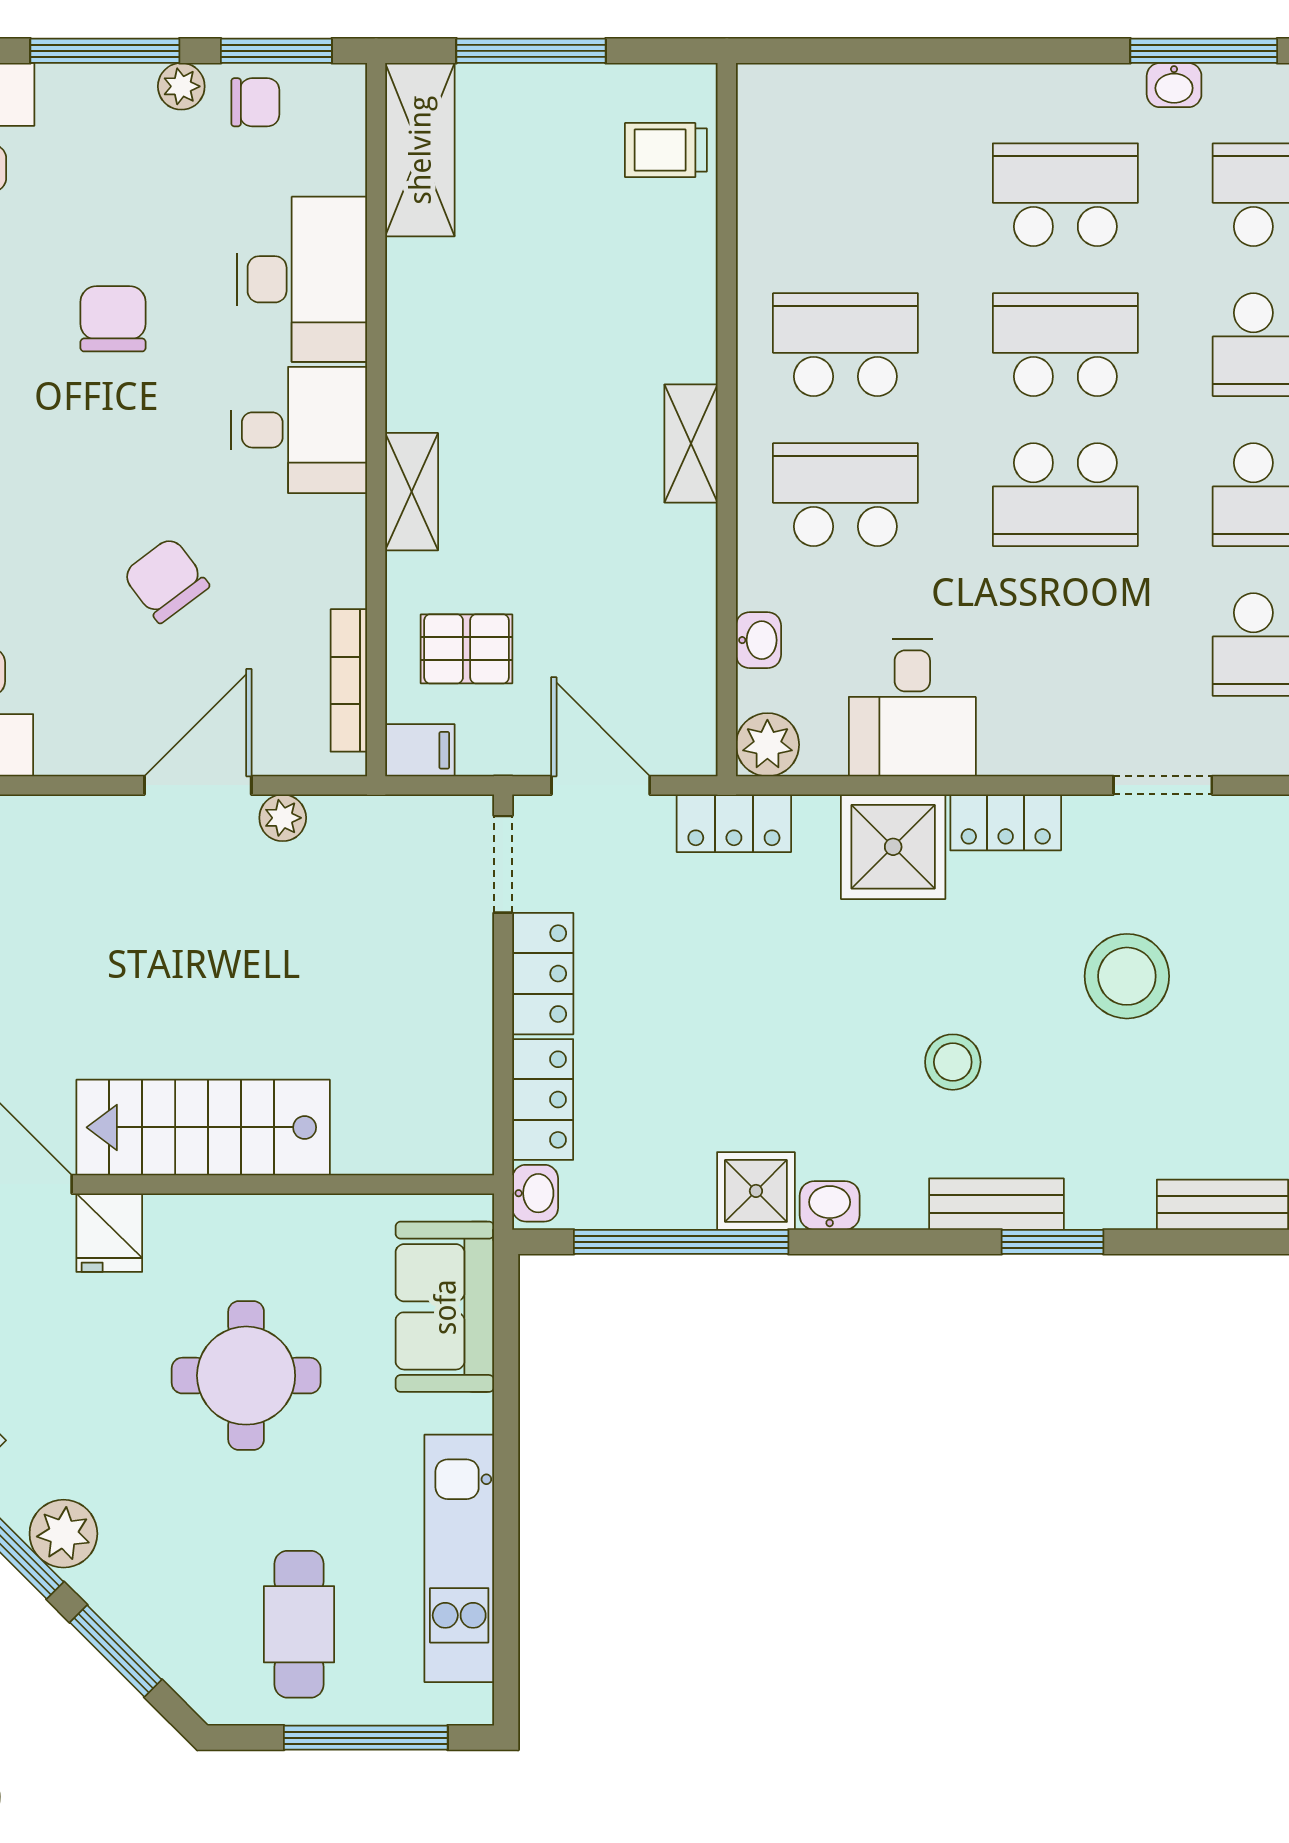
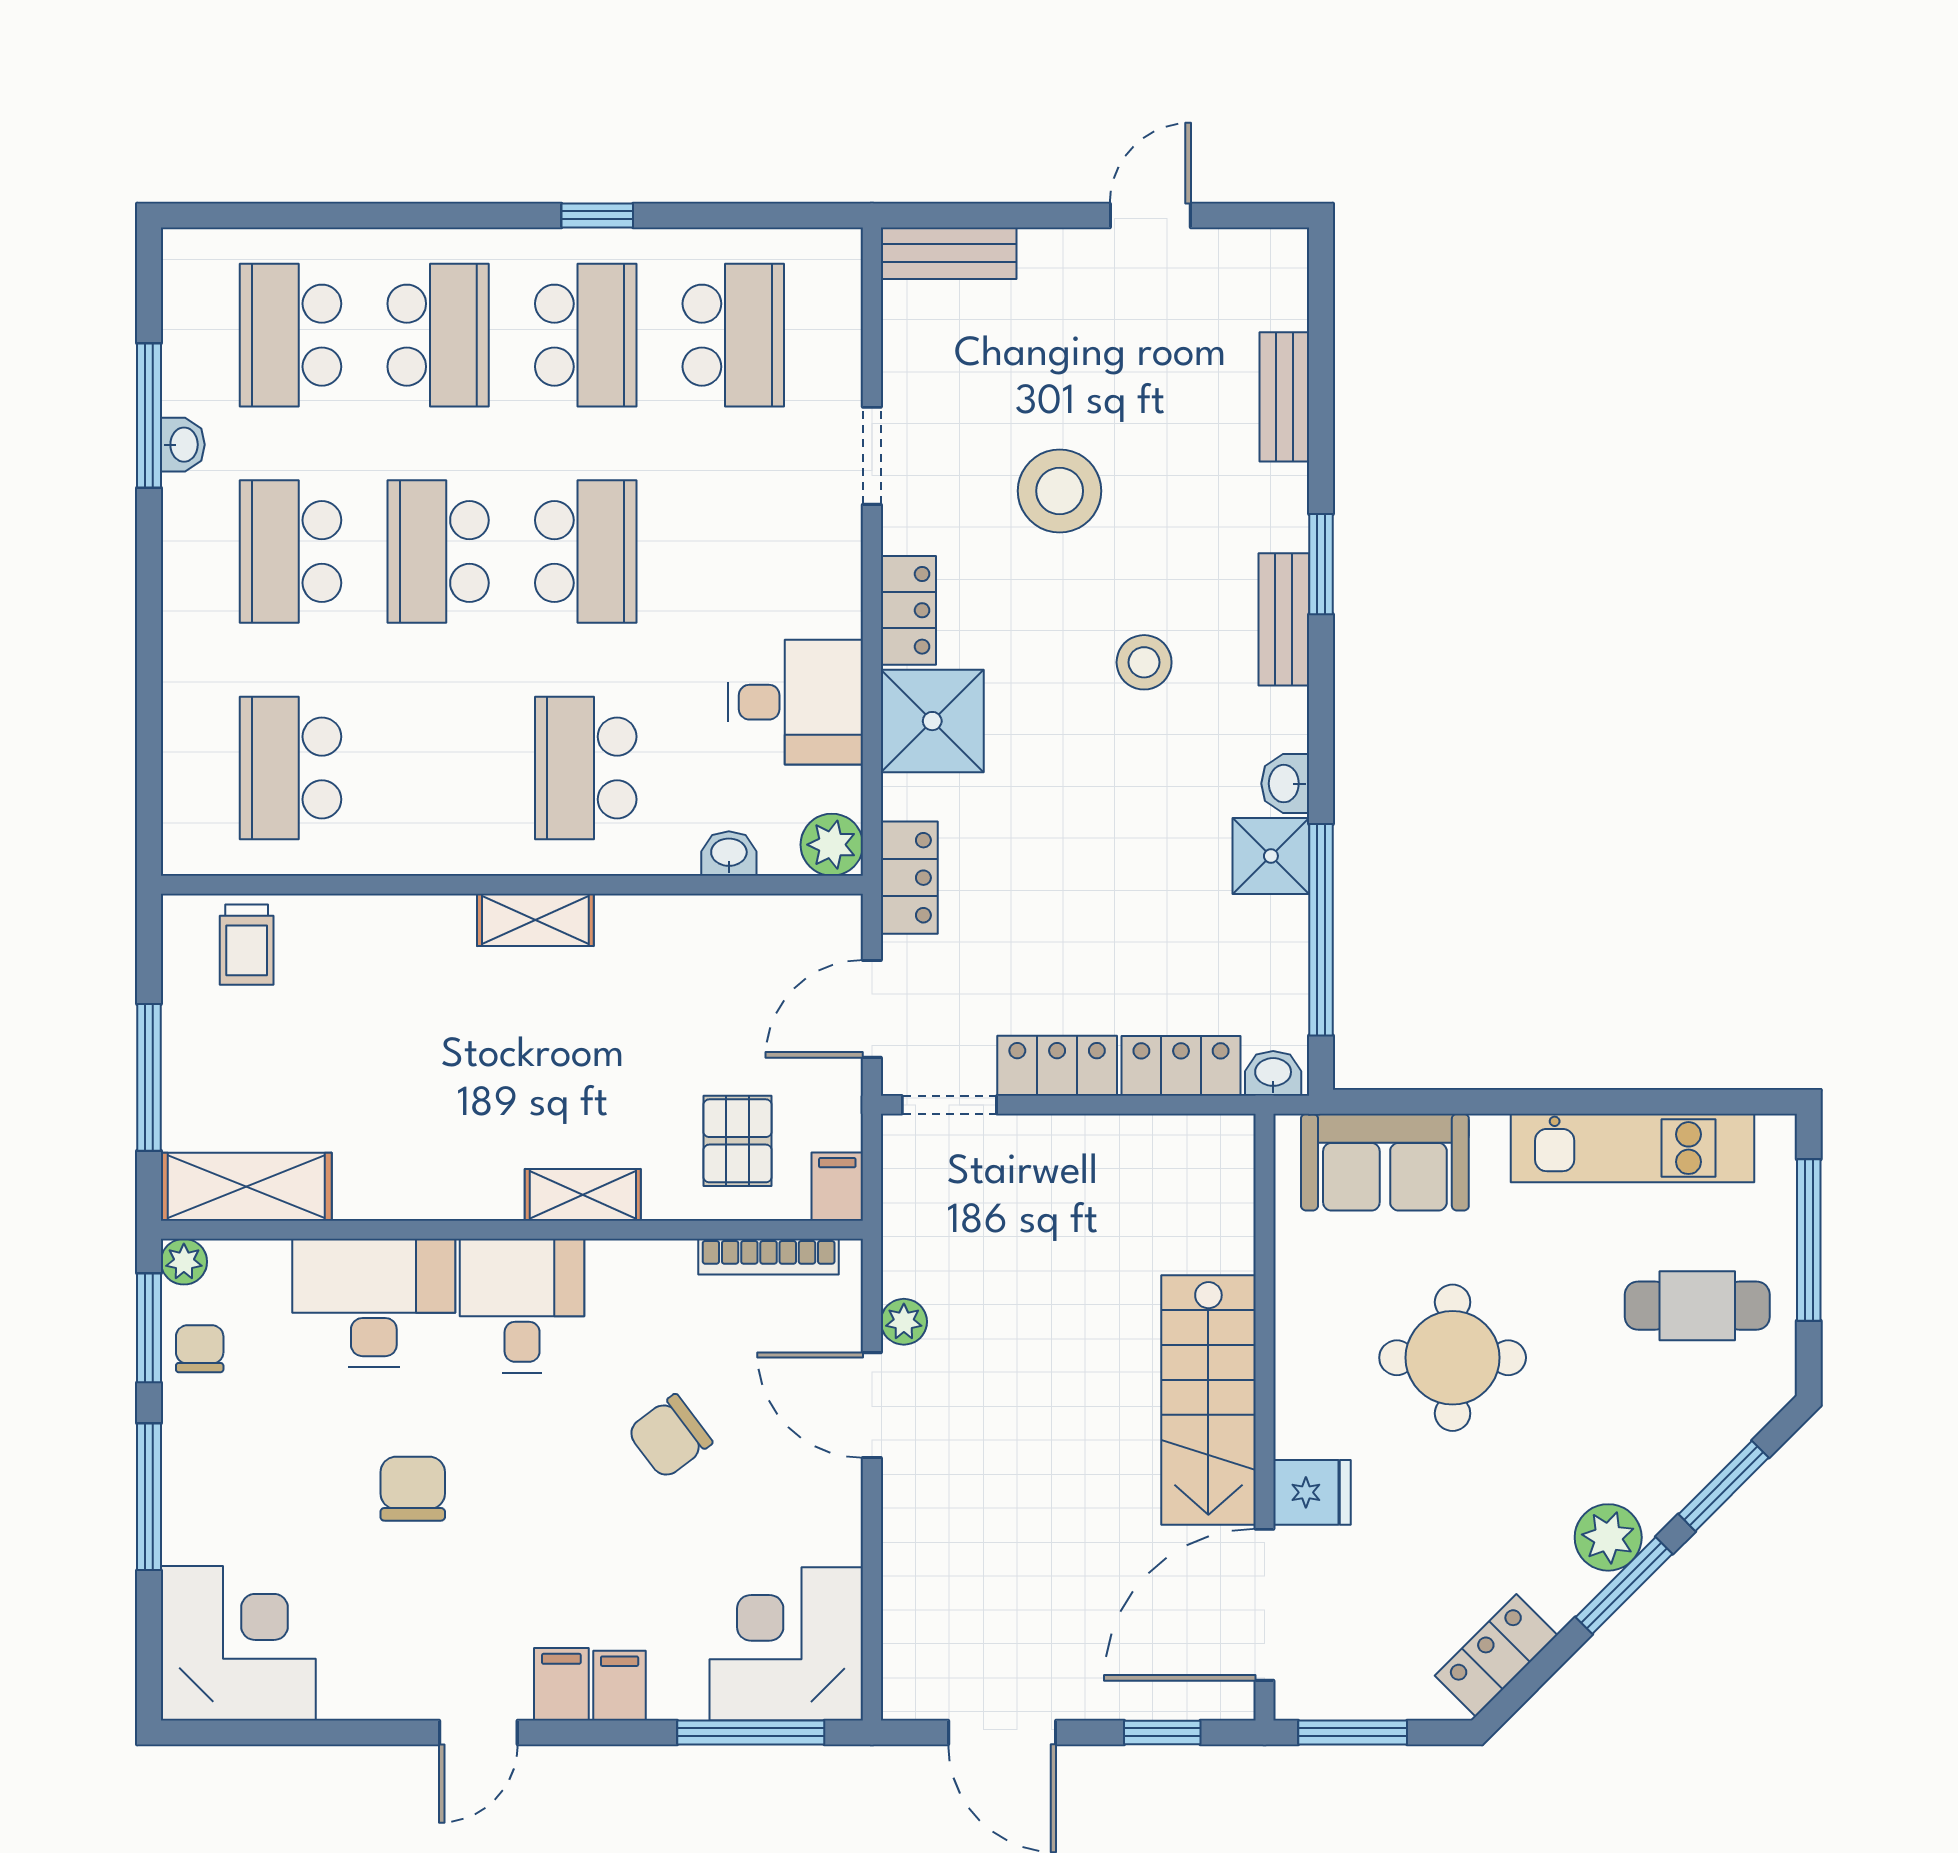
plant: (181, 86) -> (184, 1262), moved
chair: (113, 319) -> (413, 1489), turned 90
school desk: (845, 345) -> (291, 768), moved

